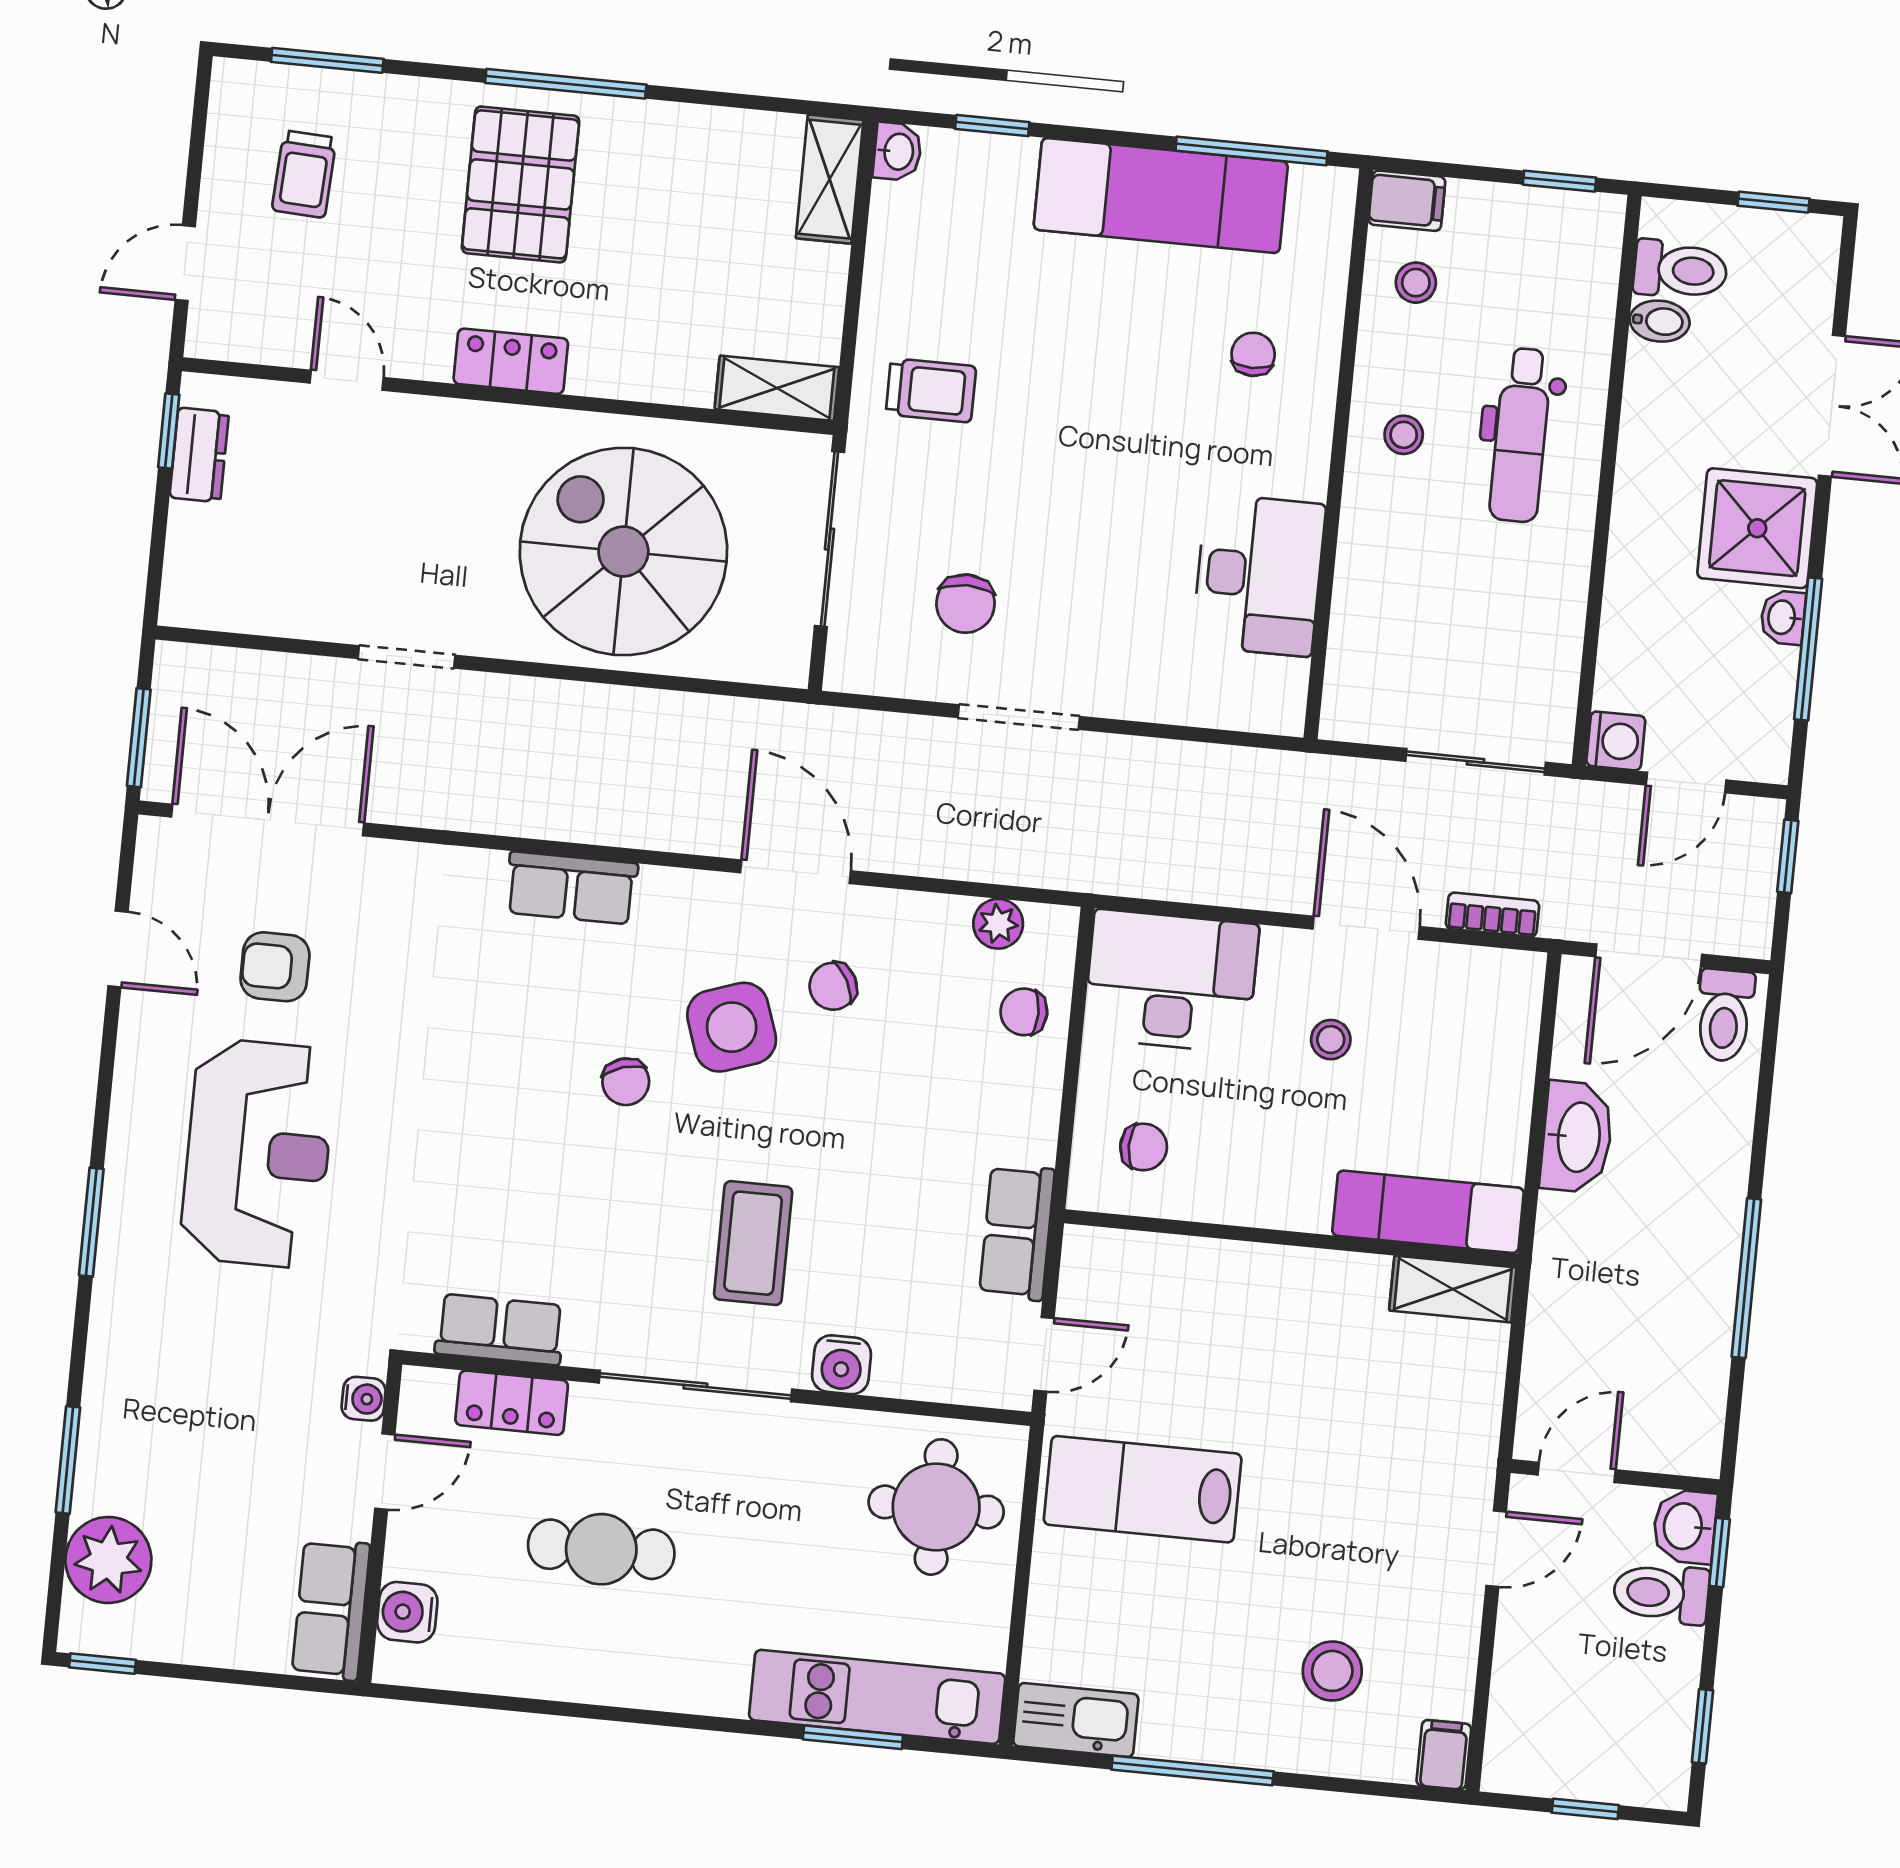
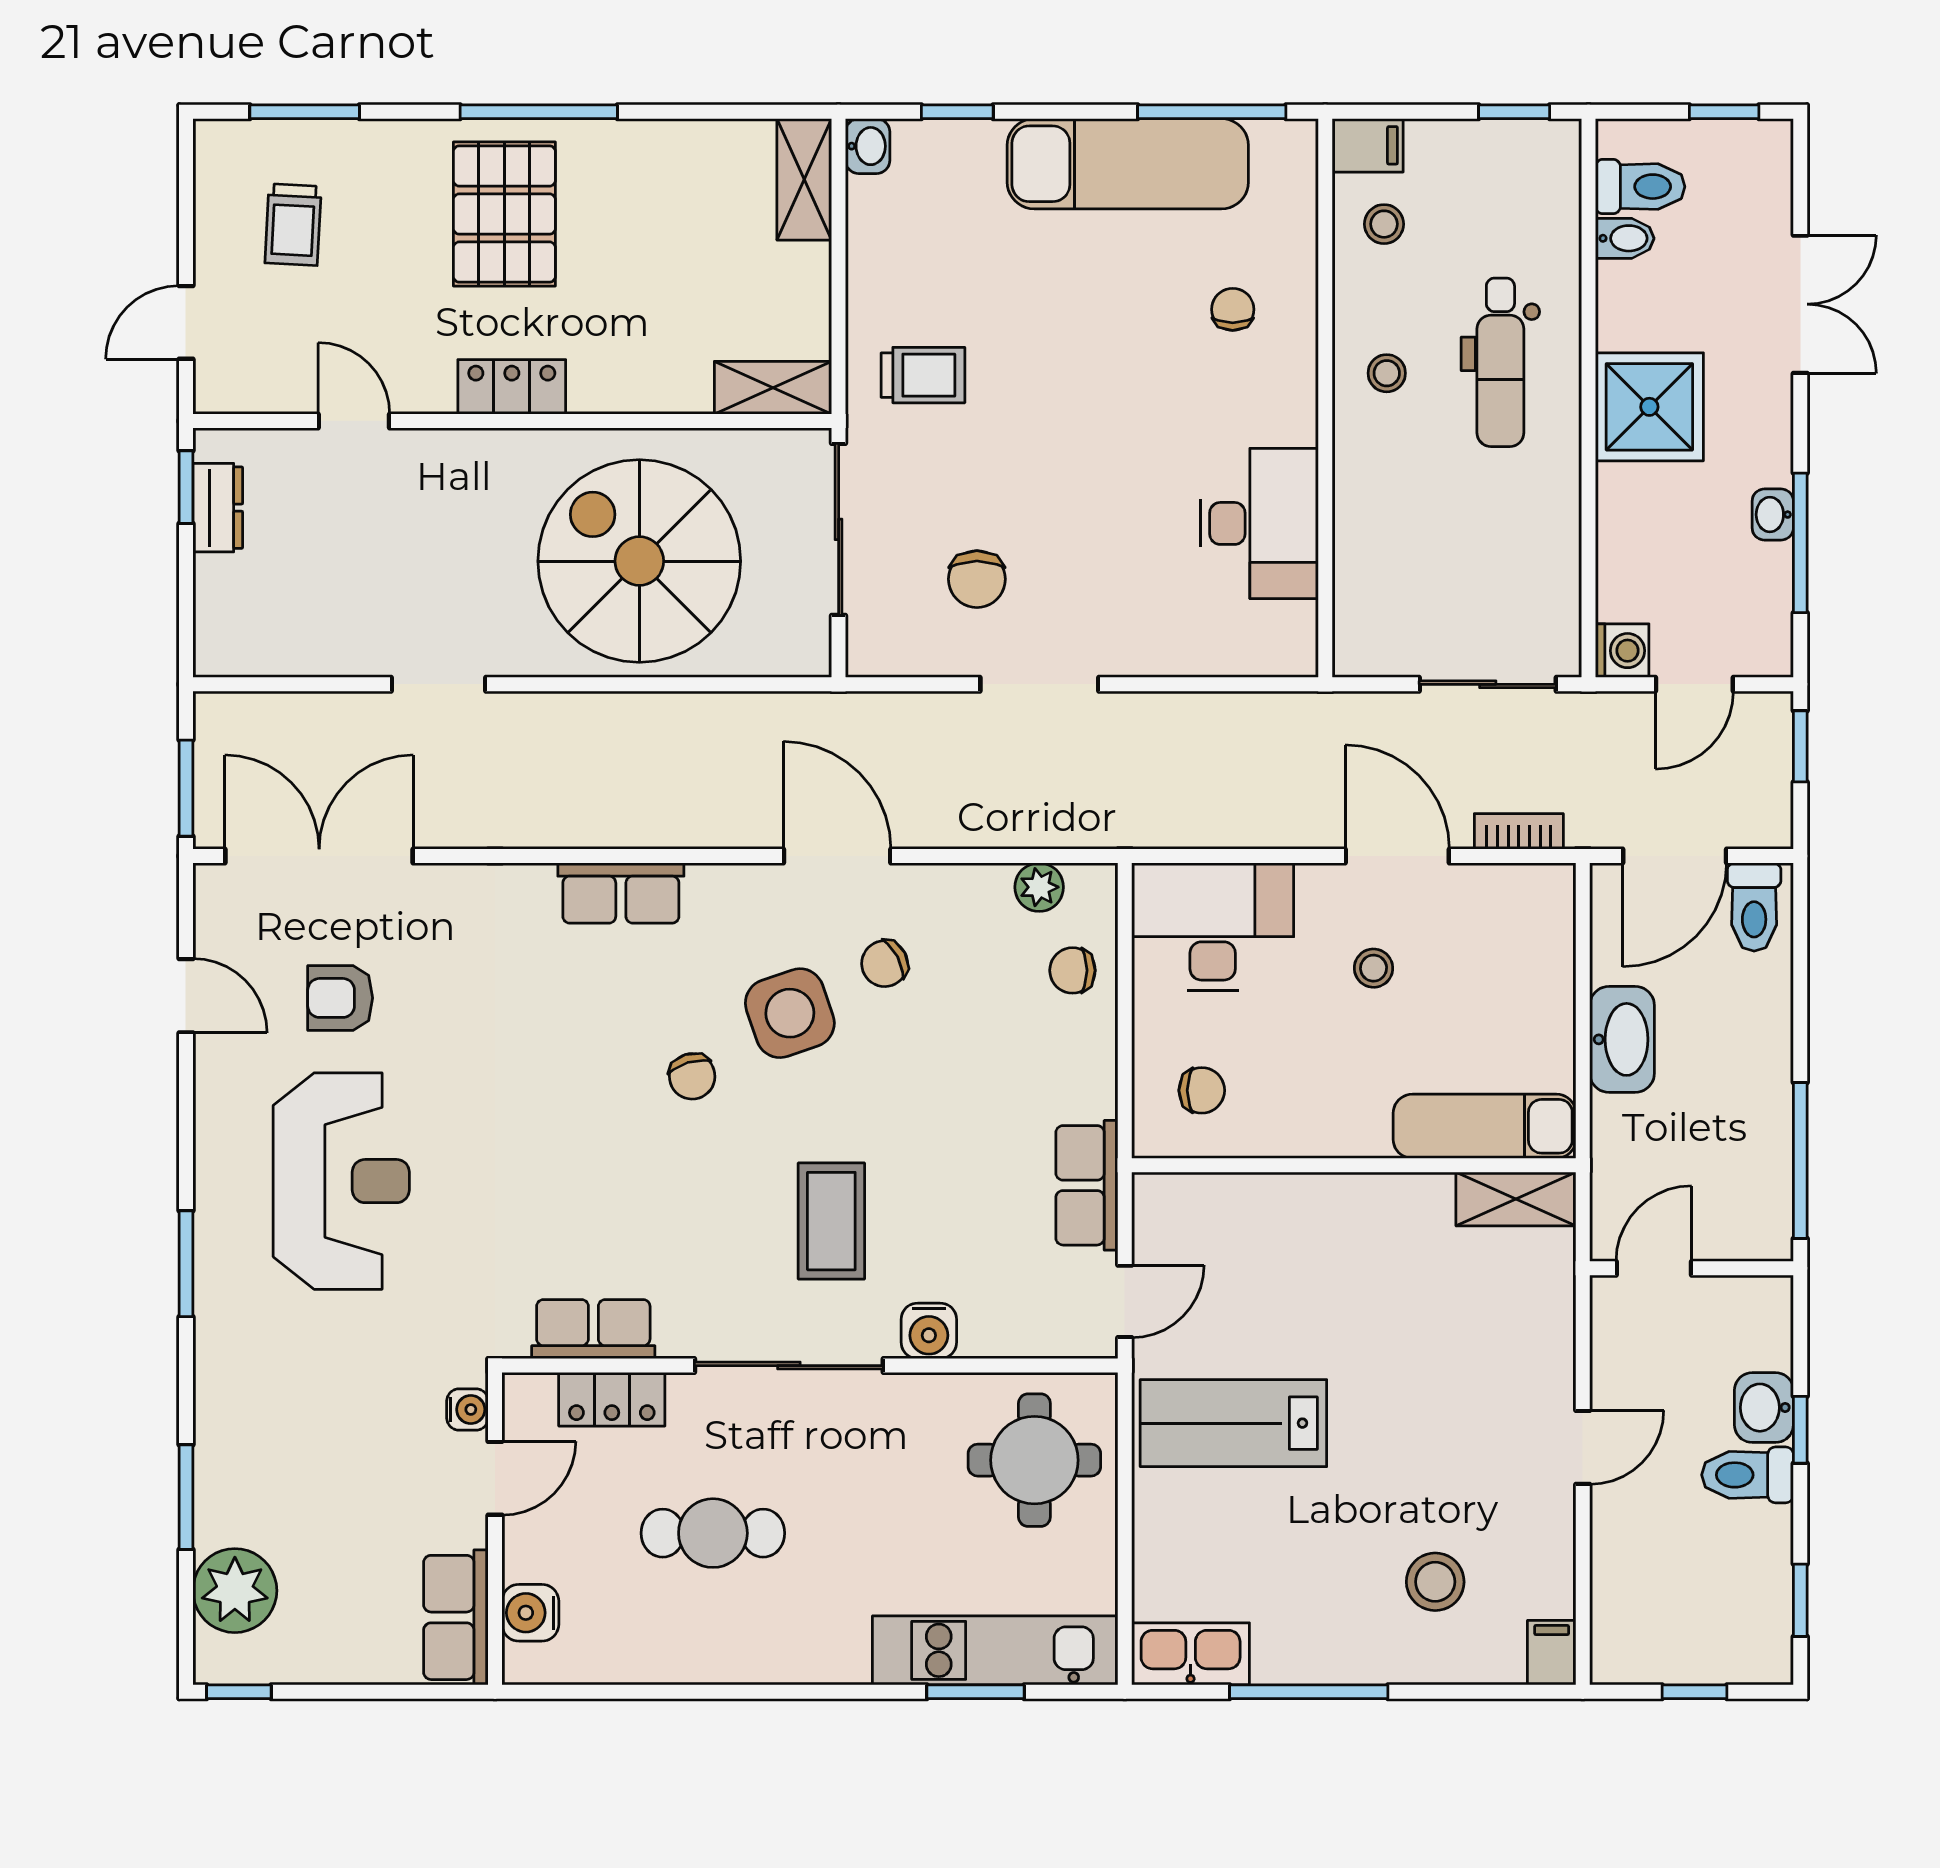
shower: (1757, 528) -> (1649, 407), moved
door: (1577, 1472) -> (1654, 1268), moved
wall: (1615, 1476) -> (1692, 1268), moved

